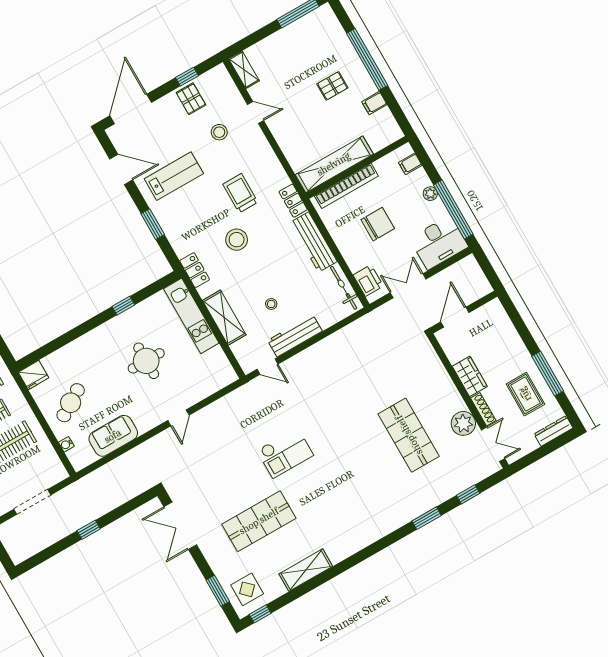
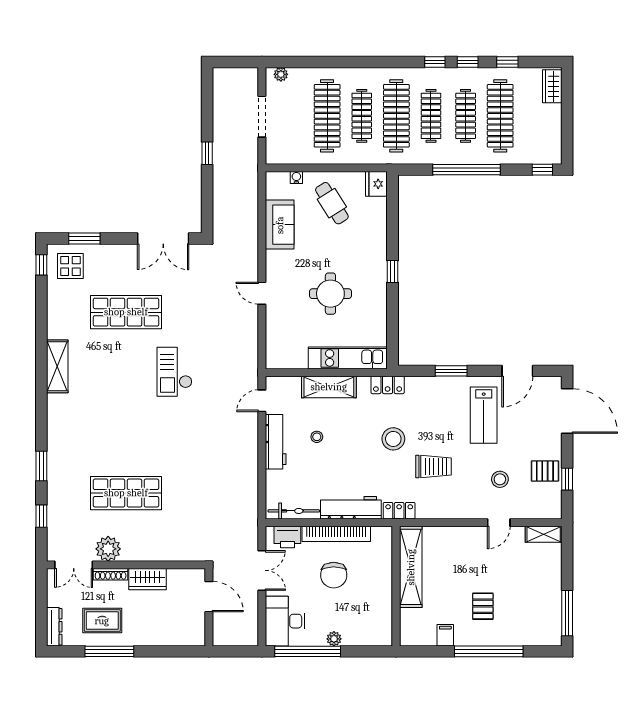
filing cabinet: (410, 164) -> (371, 636), removed
bookcase: (346, 186) -> (336, 534), moved, turned -90
window: (123, 306) -> (392, 271), moved
shop shelf: (259, 521) -> (126, 312), turned 90
double door: (180, 526) -> (163, 238), swing flipped
shelving: (306, 570) -> (57, 366), moved

